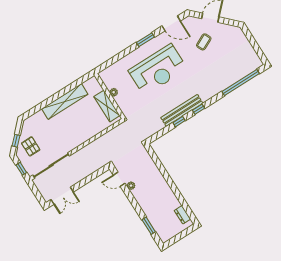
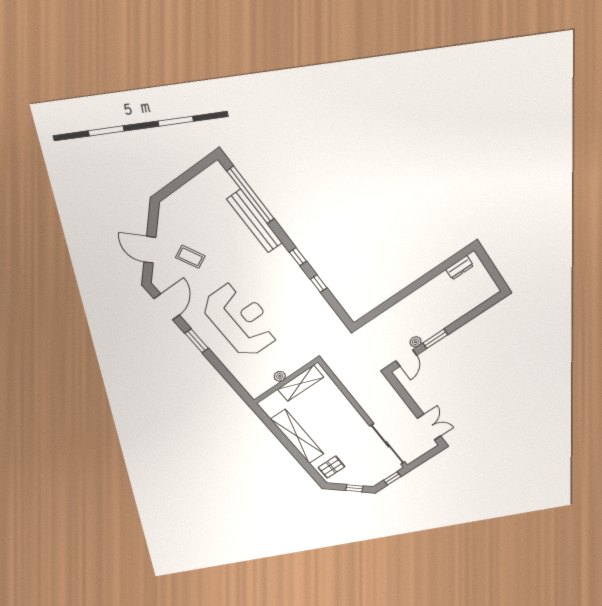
bench: (182, 110) -> (255, 221), moved
pallet: (31, 146) -> (331, 467), moved
window: (149, 226) -> (435, 339), moved

